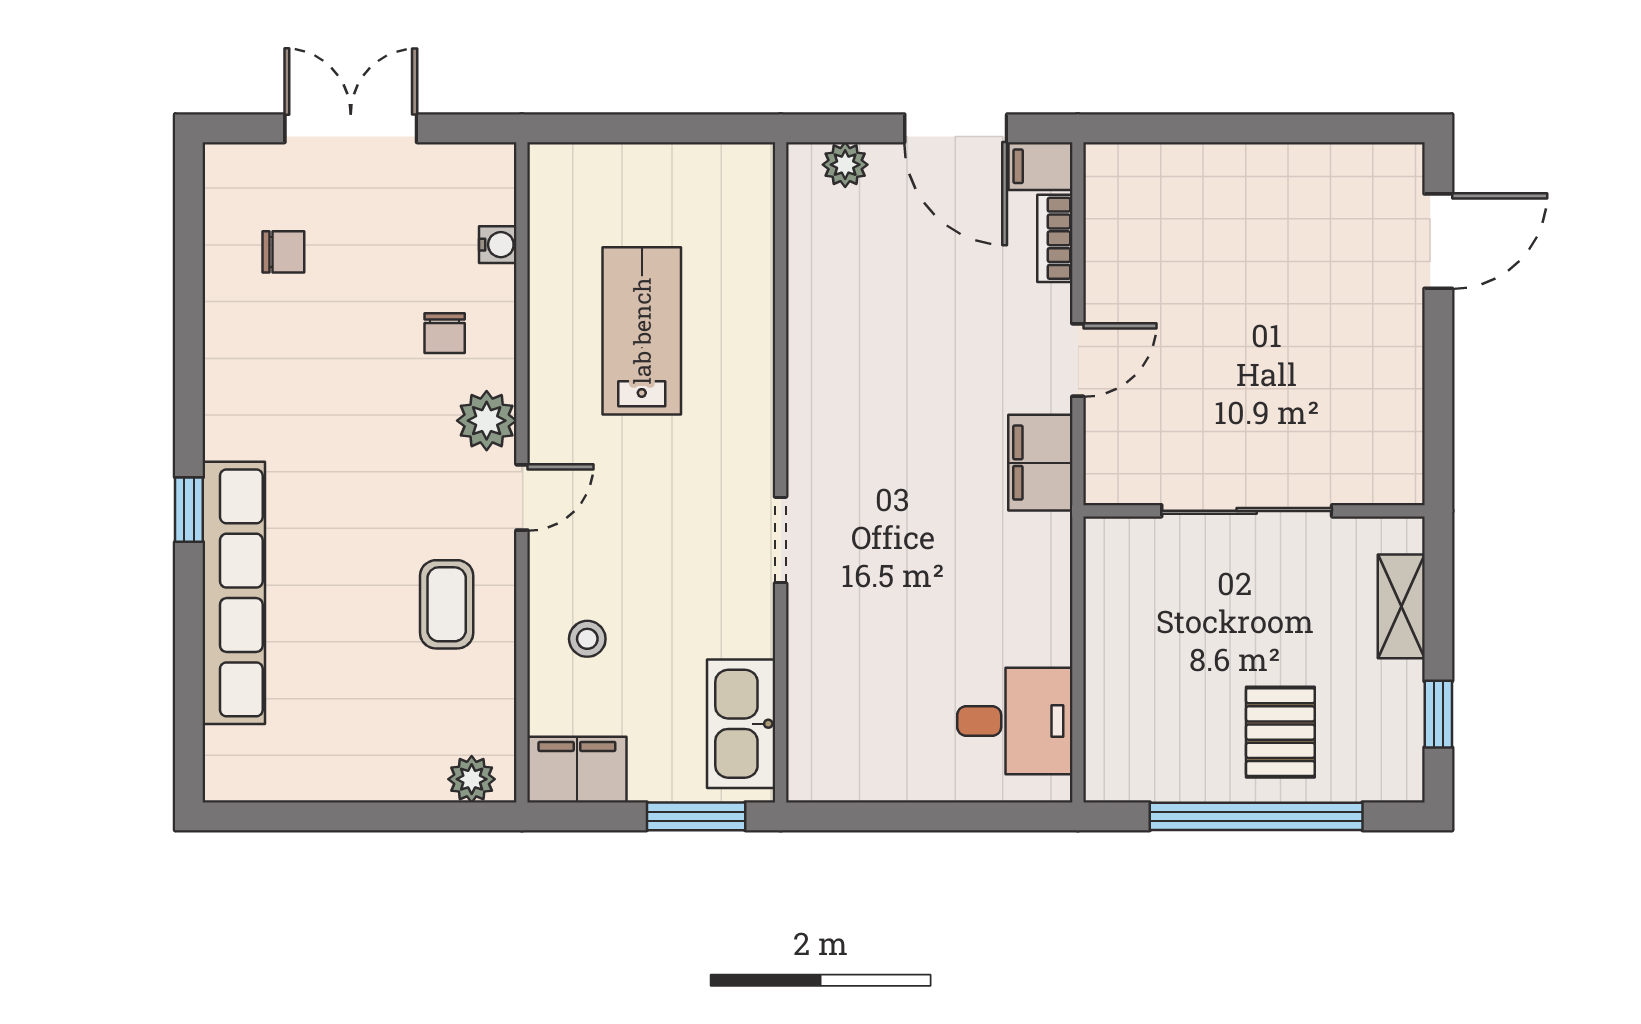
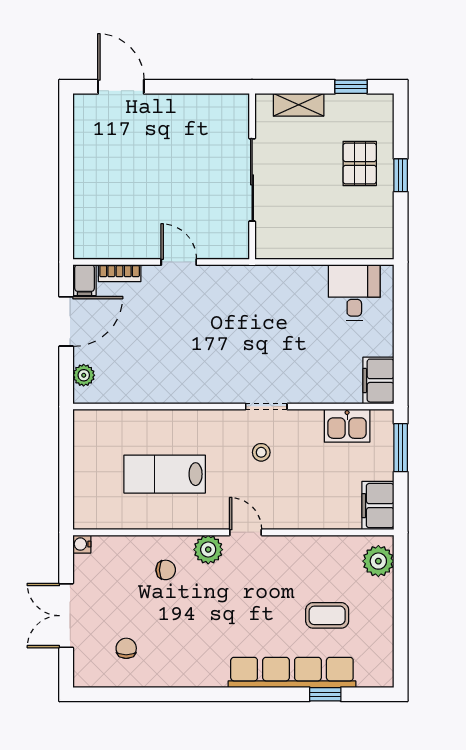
water cooler: (498, 245) -> (82, 544), moved, turned -90
filing cabinet: (1040, 463) -> (378, 381), moved, turned 90
window: (189, 510) -> (325, 694), moved
coffee table: (447, 604) -> (327, 615), moved
stool: (587, 639) -> (261, 452), moved
kitchen sink: (741, 724) -> (347, 426), width x0.73
pallet: (1280, 732) -> (360, 164), turned 90
plant: (472, 779) -> (378, 561), width x1.38, depth x1.38
window: (1256, 816) -> (401, 175), width x0.32

